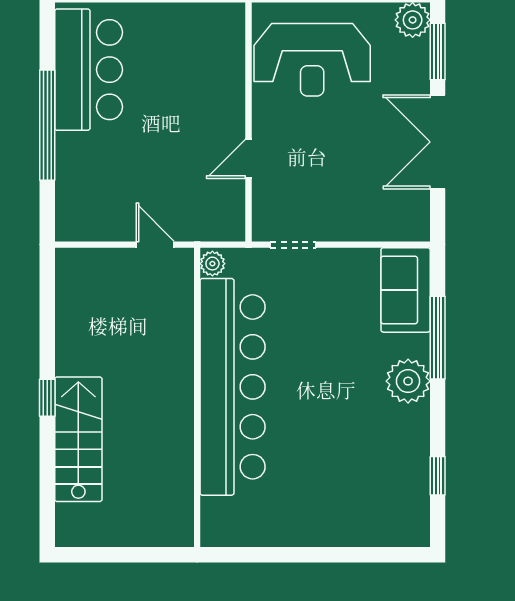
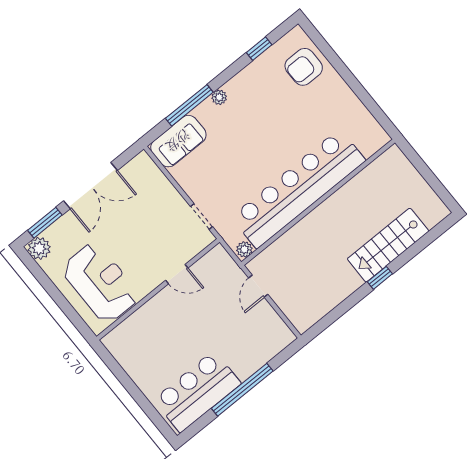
plant: (408, 381) -> (219, 97), width x0.53, depth x0.53
armchair: (373, 511) -> (304, 67), added

